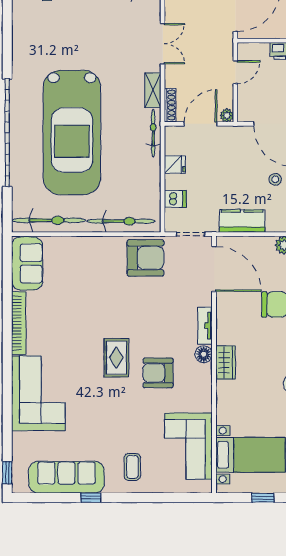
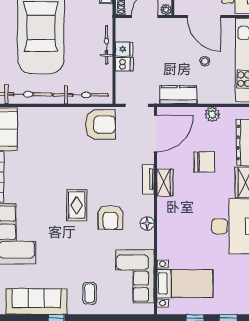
bicycle: (153, 133) -> (106, 45), moved
dishwasher: (175, 199) -> (124, 64), moved
door: (214, 269) -> (156, 133), hinge flipped
floor lamp: (204, 354) -> (147, 223), moved
wardrobe: (226, 363) -> (165, 182), moved
armchair: (158, 373) -> (110, 217), turned -90

